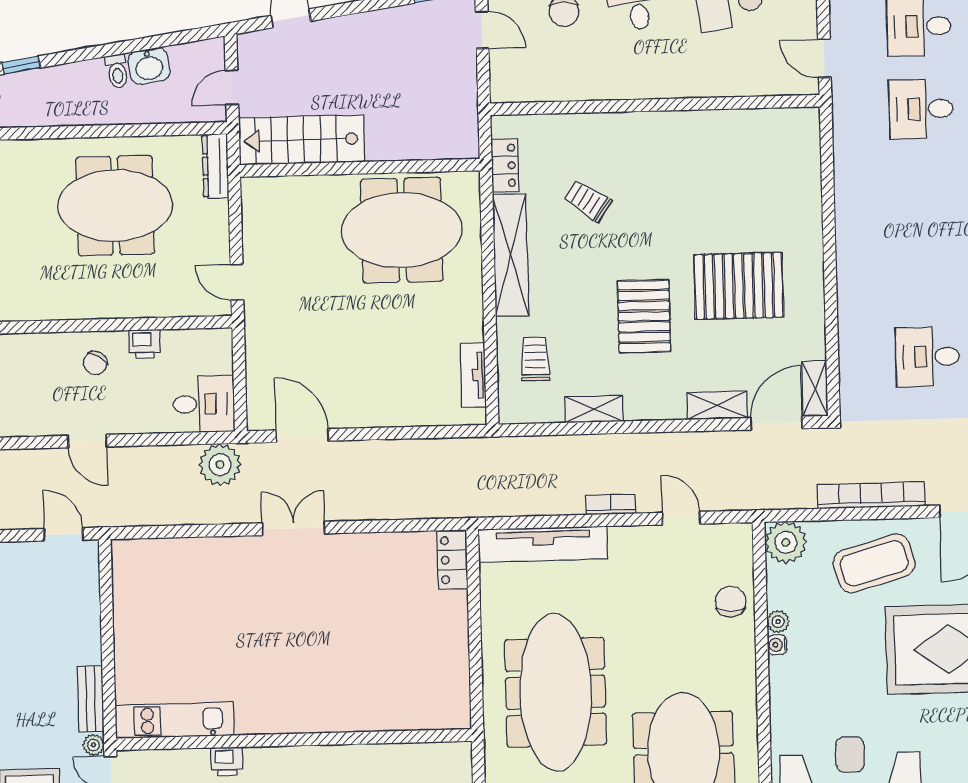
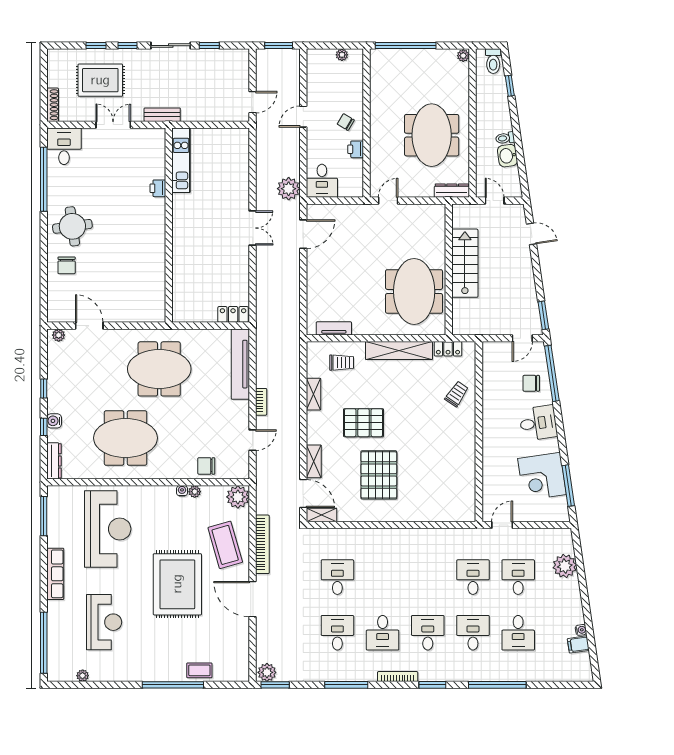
stairs: (302, 140) -> (465, 263), moved
trolley: (588, 201) -> (457, 394), moved
chair: (731, 602) -> (206, 466), turned 180
meeting table: (556, 692) -> (159, 369), width x0.73
kitchen unit: (175, 720) -> (181, 160), moved
wall: (294, 740) -> (169, 225), moved
plant: (94, 745) -> (137, 116), removed
printer: (227, 761) -> (158, 188), moved

